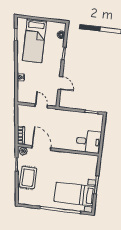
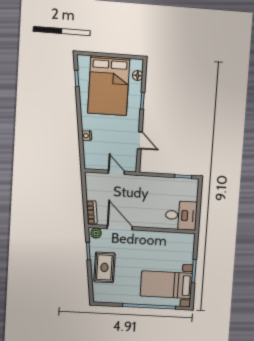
bed: (34, 41) -> (109, 86), width x1.50

